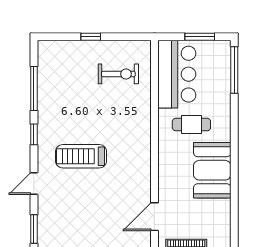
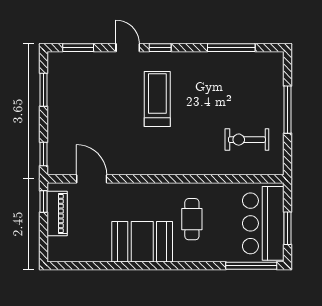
window: (91, 37) -> (288, 110), width x2.17
exercise bike: (118, 74) -> (247, 140), turned 90
bar counter: (177, 74) -> (263, 223), moved, turned 90
window: (34, 134) -> (160, 48), moved

